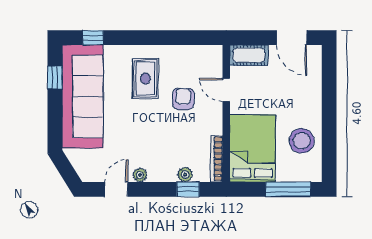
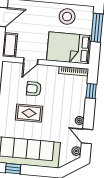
rug: (145, 78) -> (29, 113), moved
plant: (185, 175) -> (76, 151), moved

